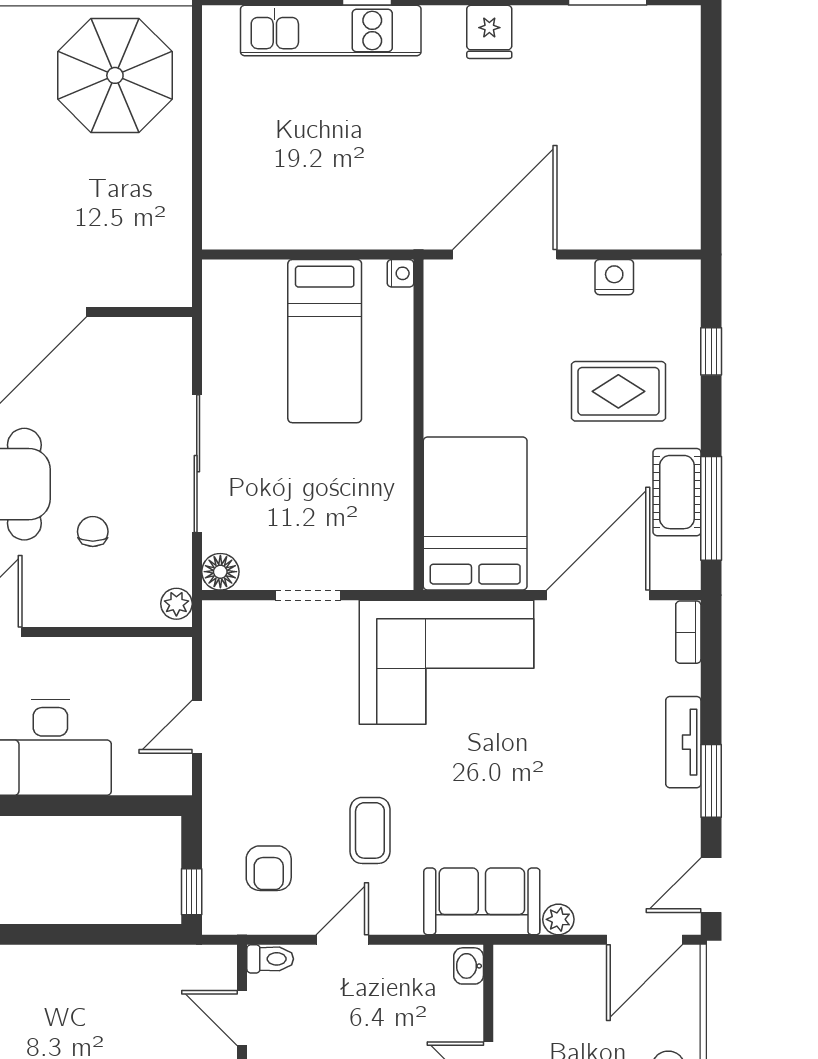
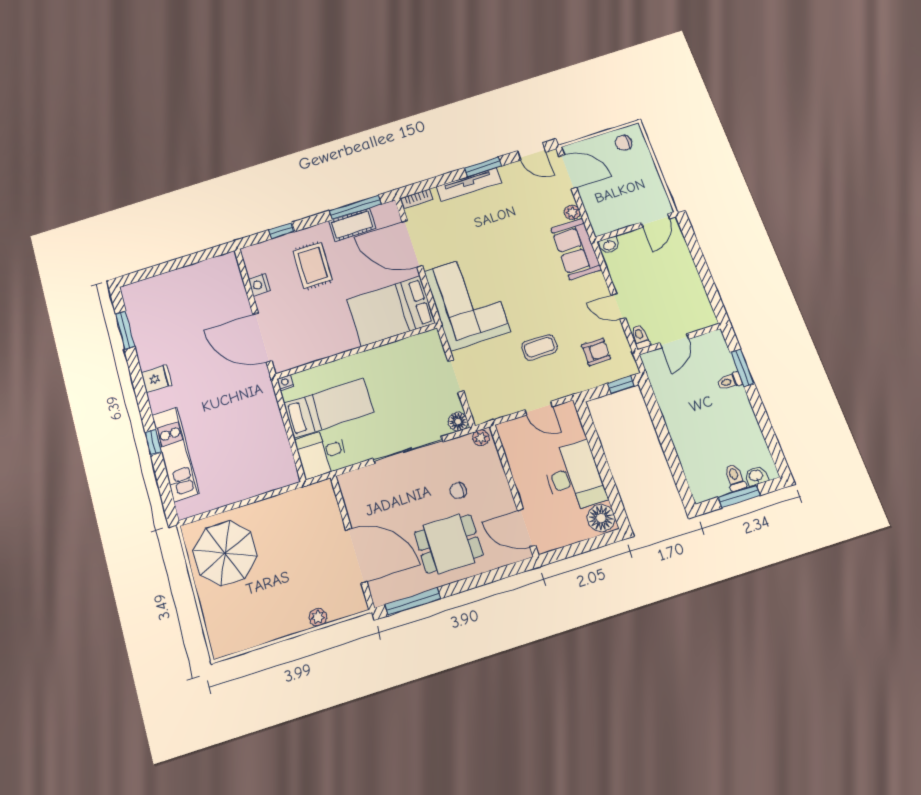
desk: (244, 304) -> (322, 453), added
tv unit: (683, 742) -> (469, 185), width x1.41
coffee table: (370, 830) -> (539, 347), moved

